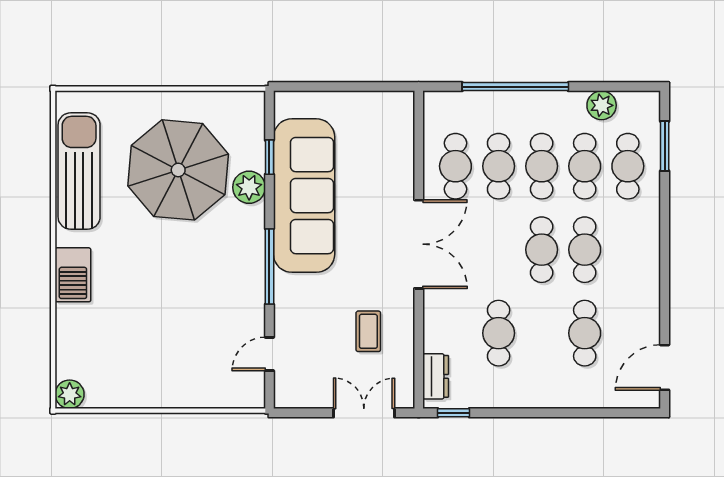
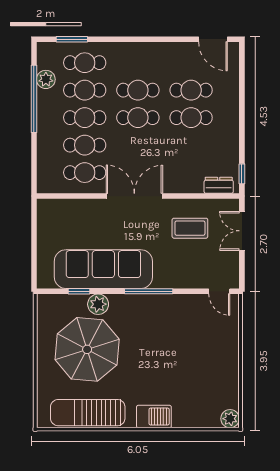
window: (515, 87) -> (34, 99), moved
coffee table: (368, 331) -> (190, 228), width x1.36, depth x1.30
cafe table: (499, 333) -> (191, 118), moved
door: (269, 354) -> (219, 291), moved

